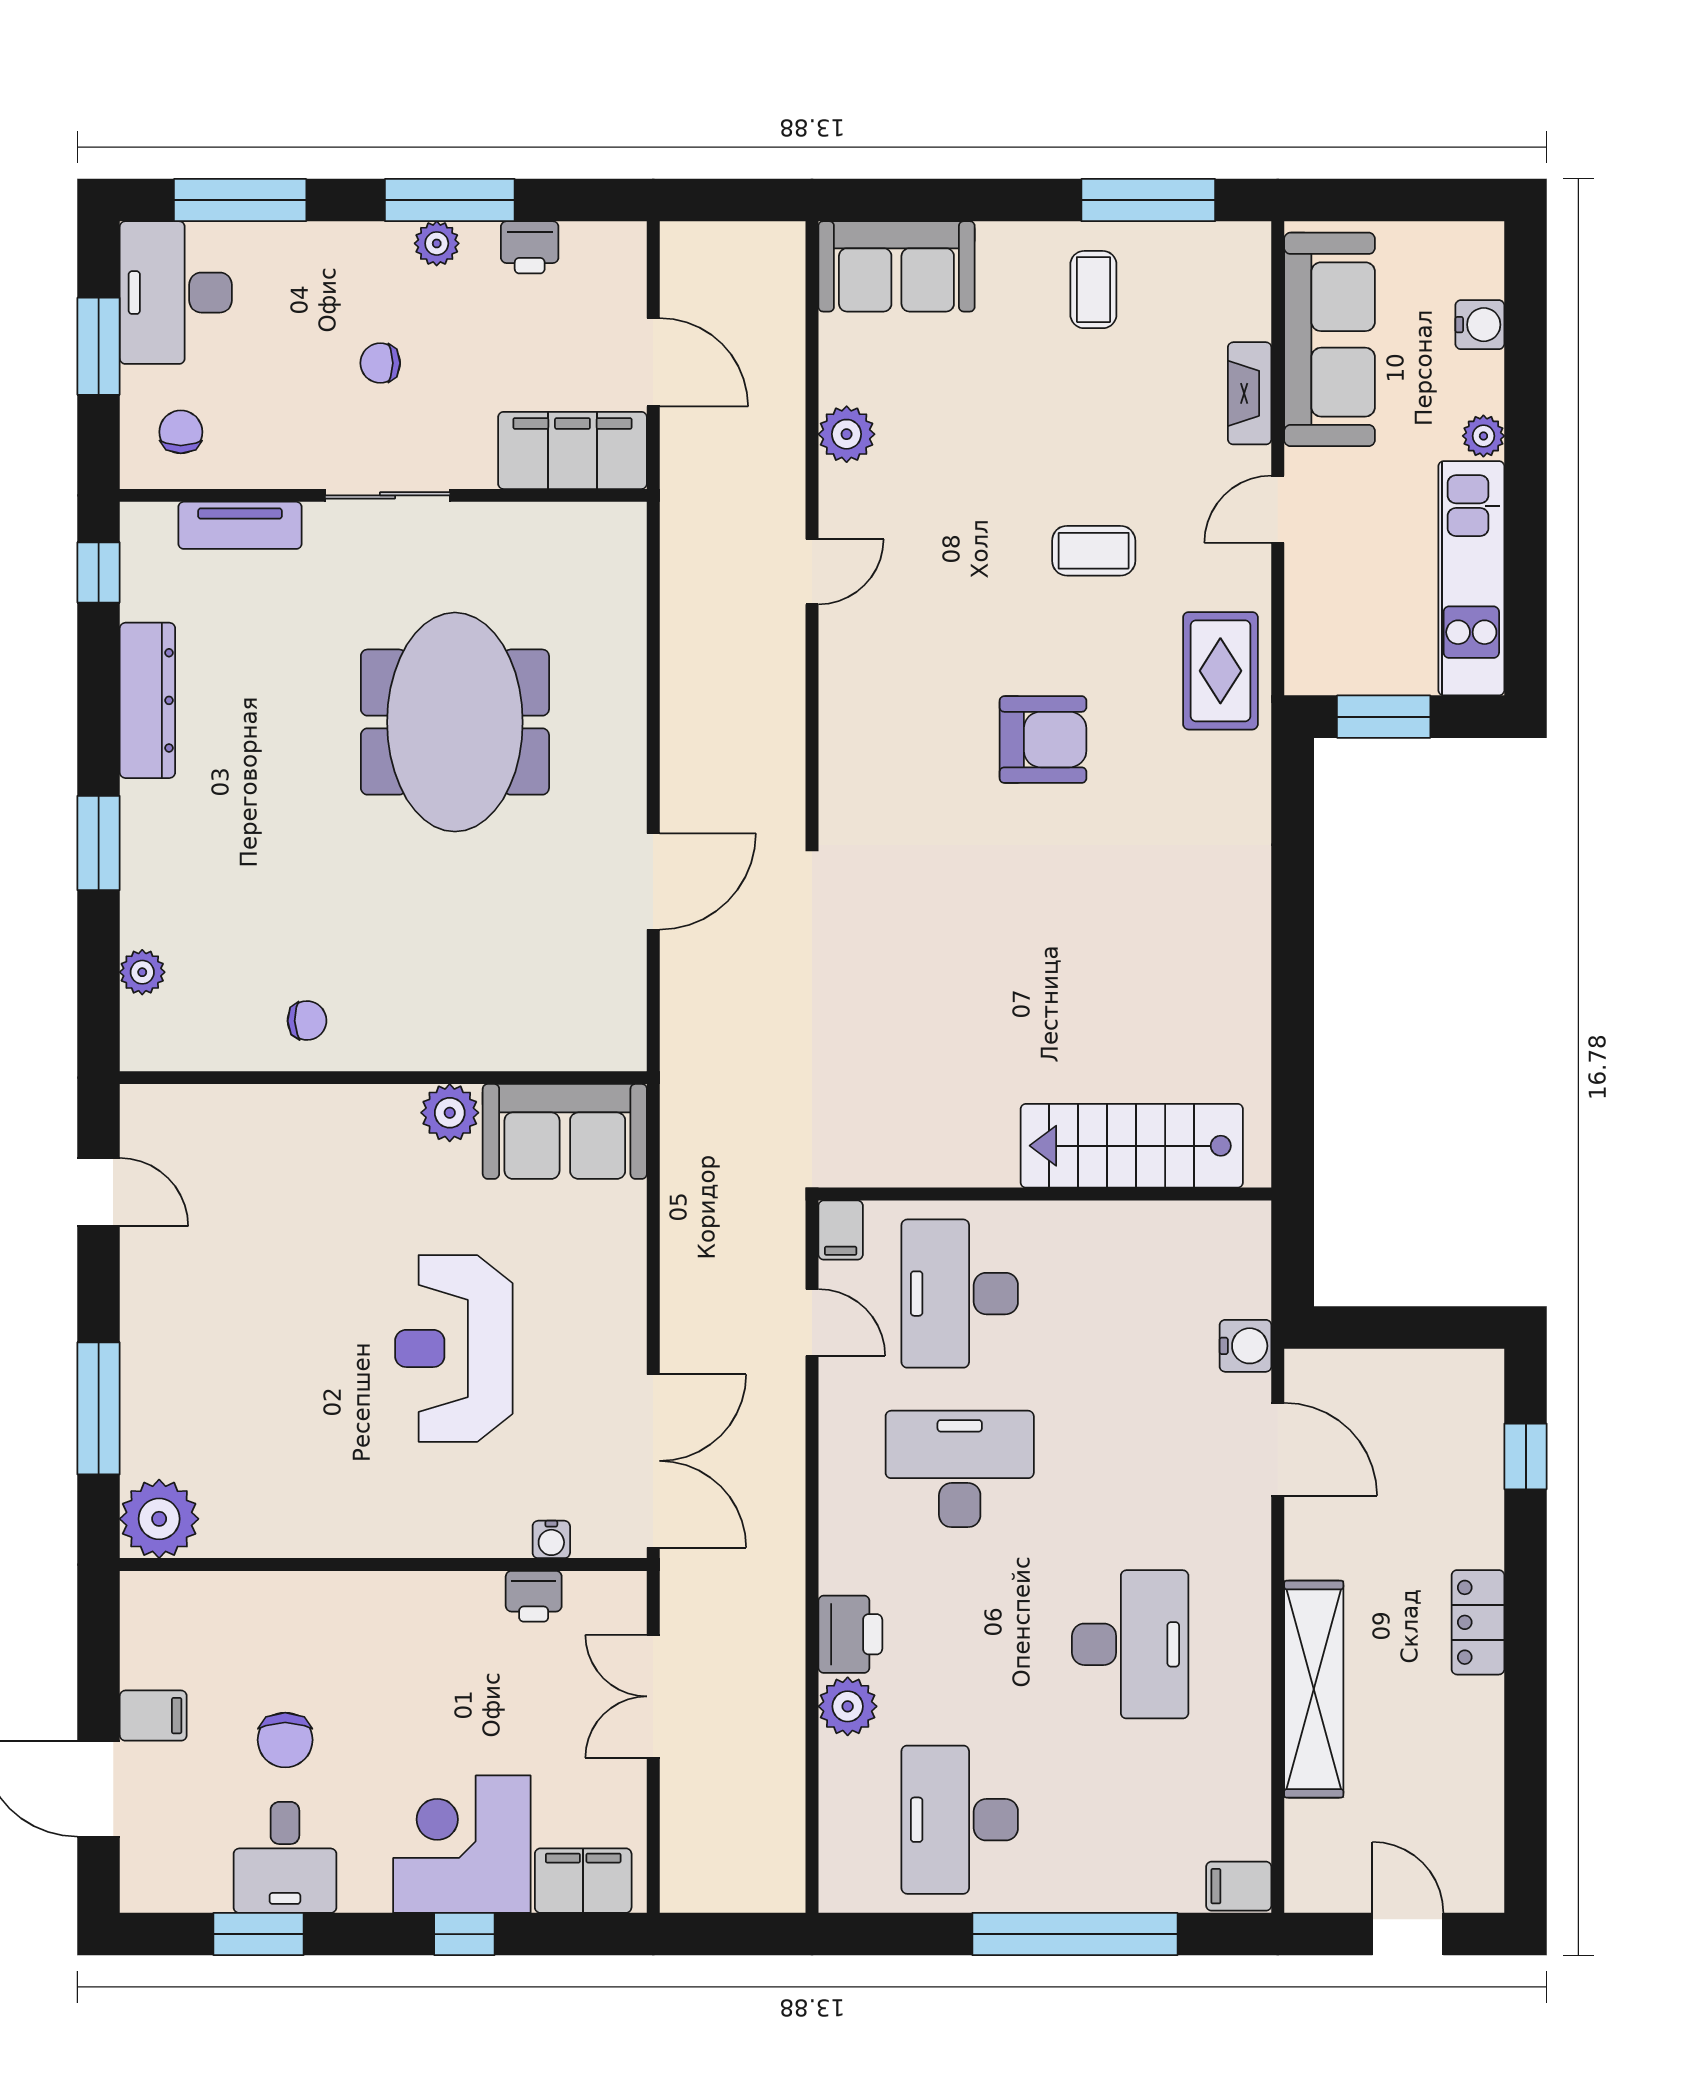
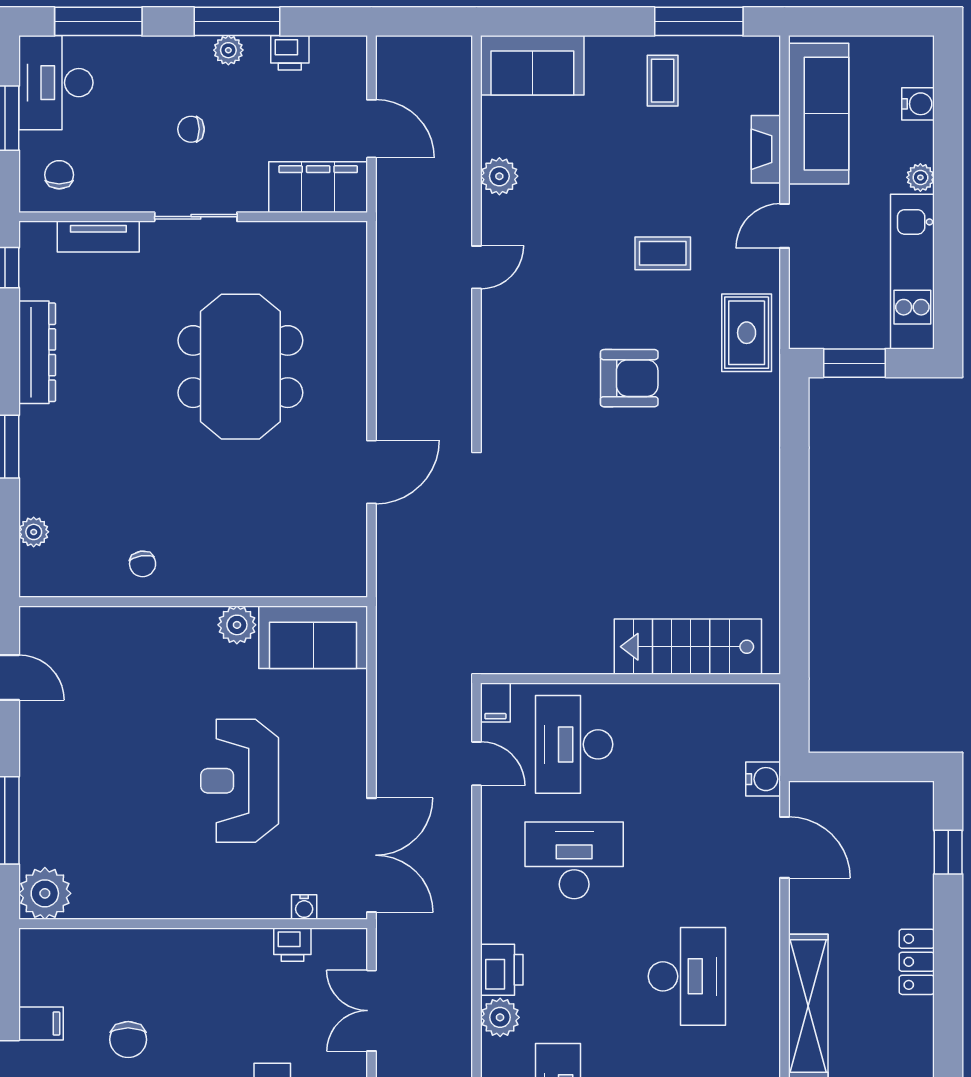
chair: (307, 1020) -> (143, 564), turned 83

